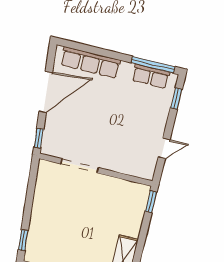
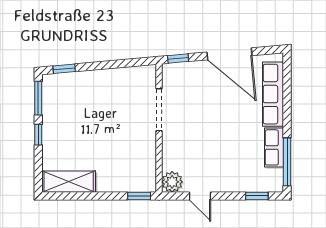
row of seats: (151, 76) -> (274, 147), moved
plant: (146, 170) -> (172, 182), added

